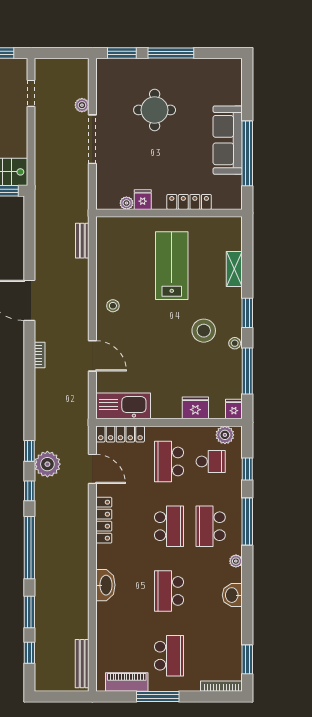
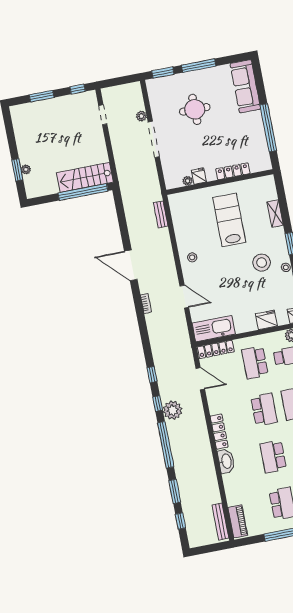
sofa: (228, 140) -> (245, 86), moved
plant: (47, 464) -> (173, 410), moved
locker: (104, 520) -> (219, 432), moved
piano: (127, 682) -> (238, 521), moved, turned 90

